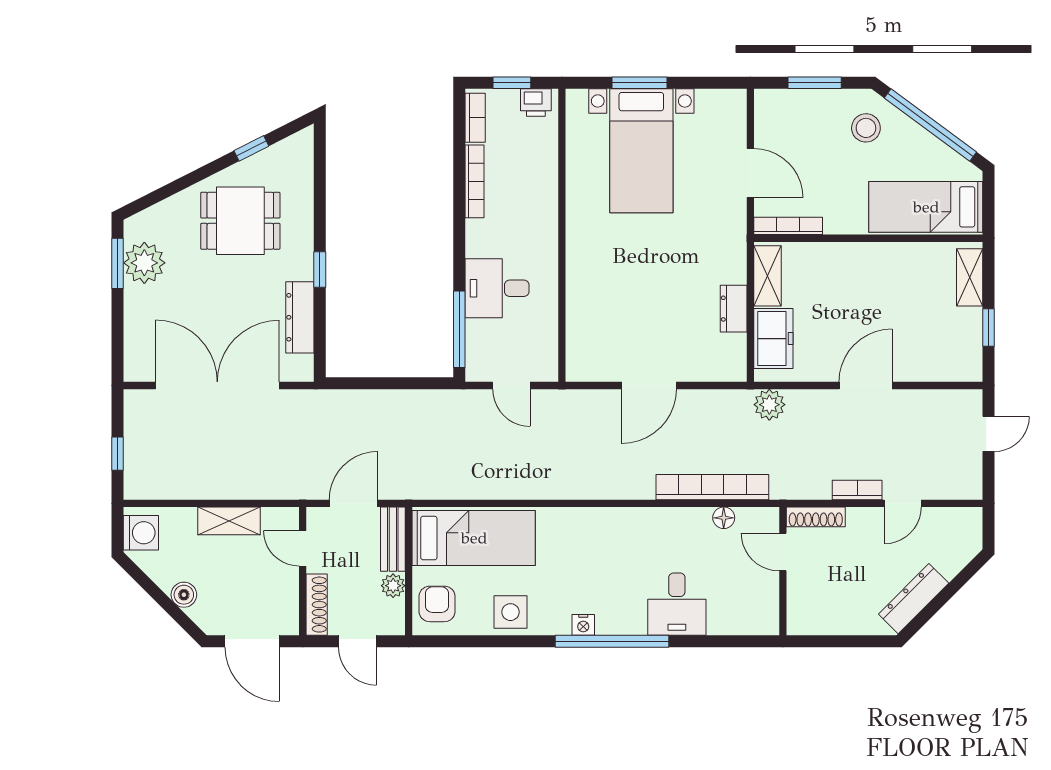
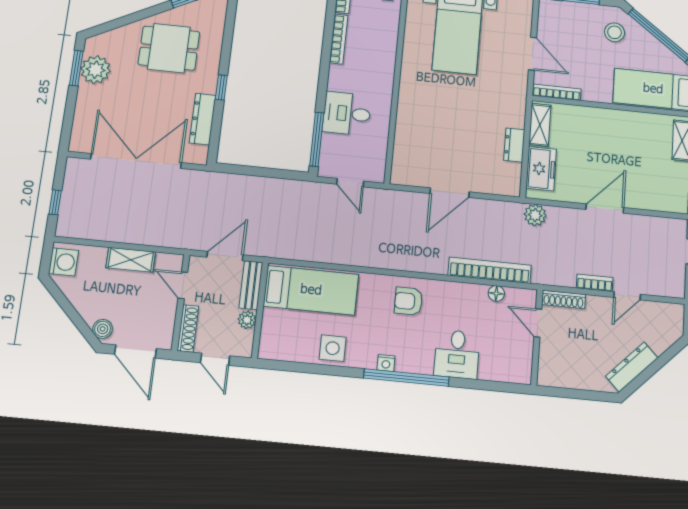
boiler: (184, 595) -> (103, 329), moved
armchair: (437, 604) -> (408, 301), moved, turned -90

